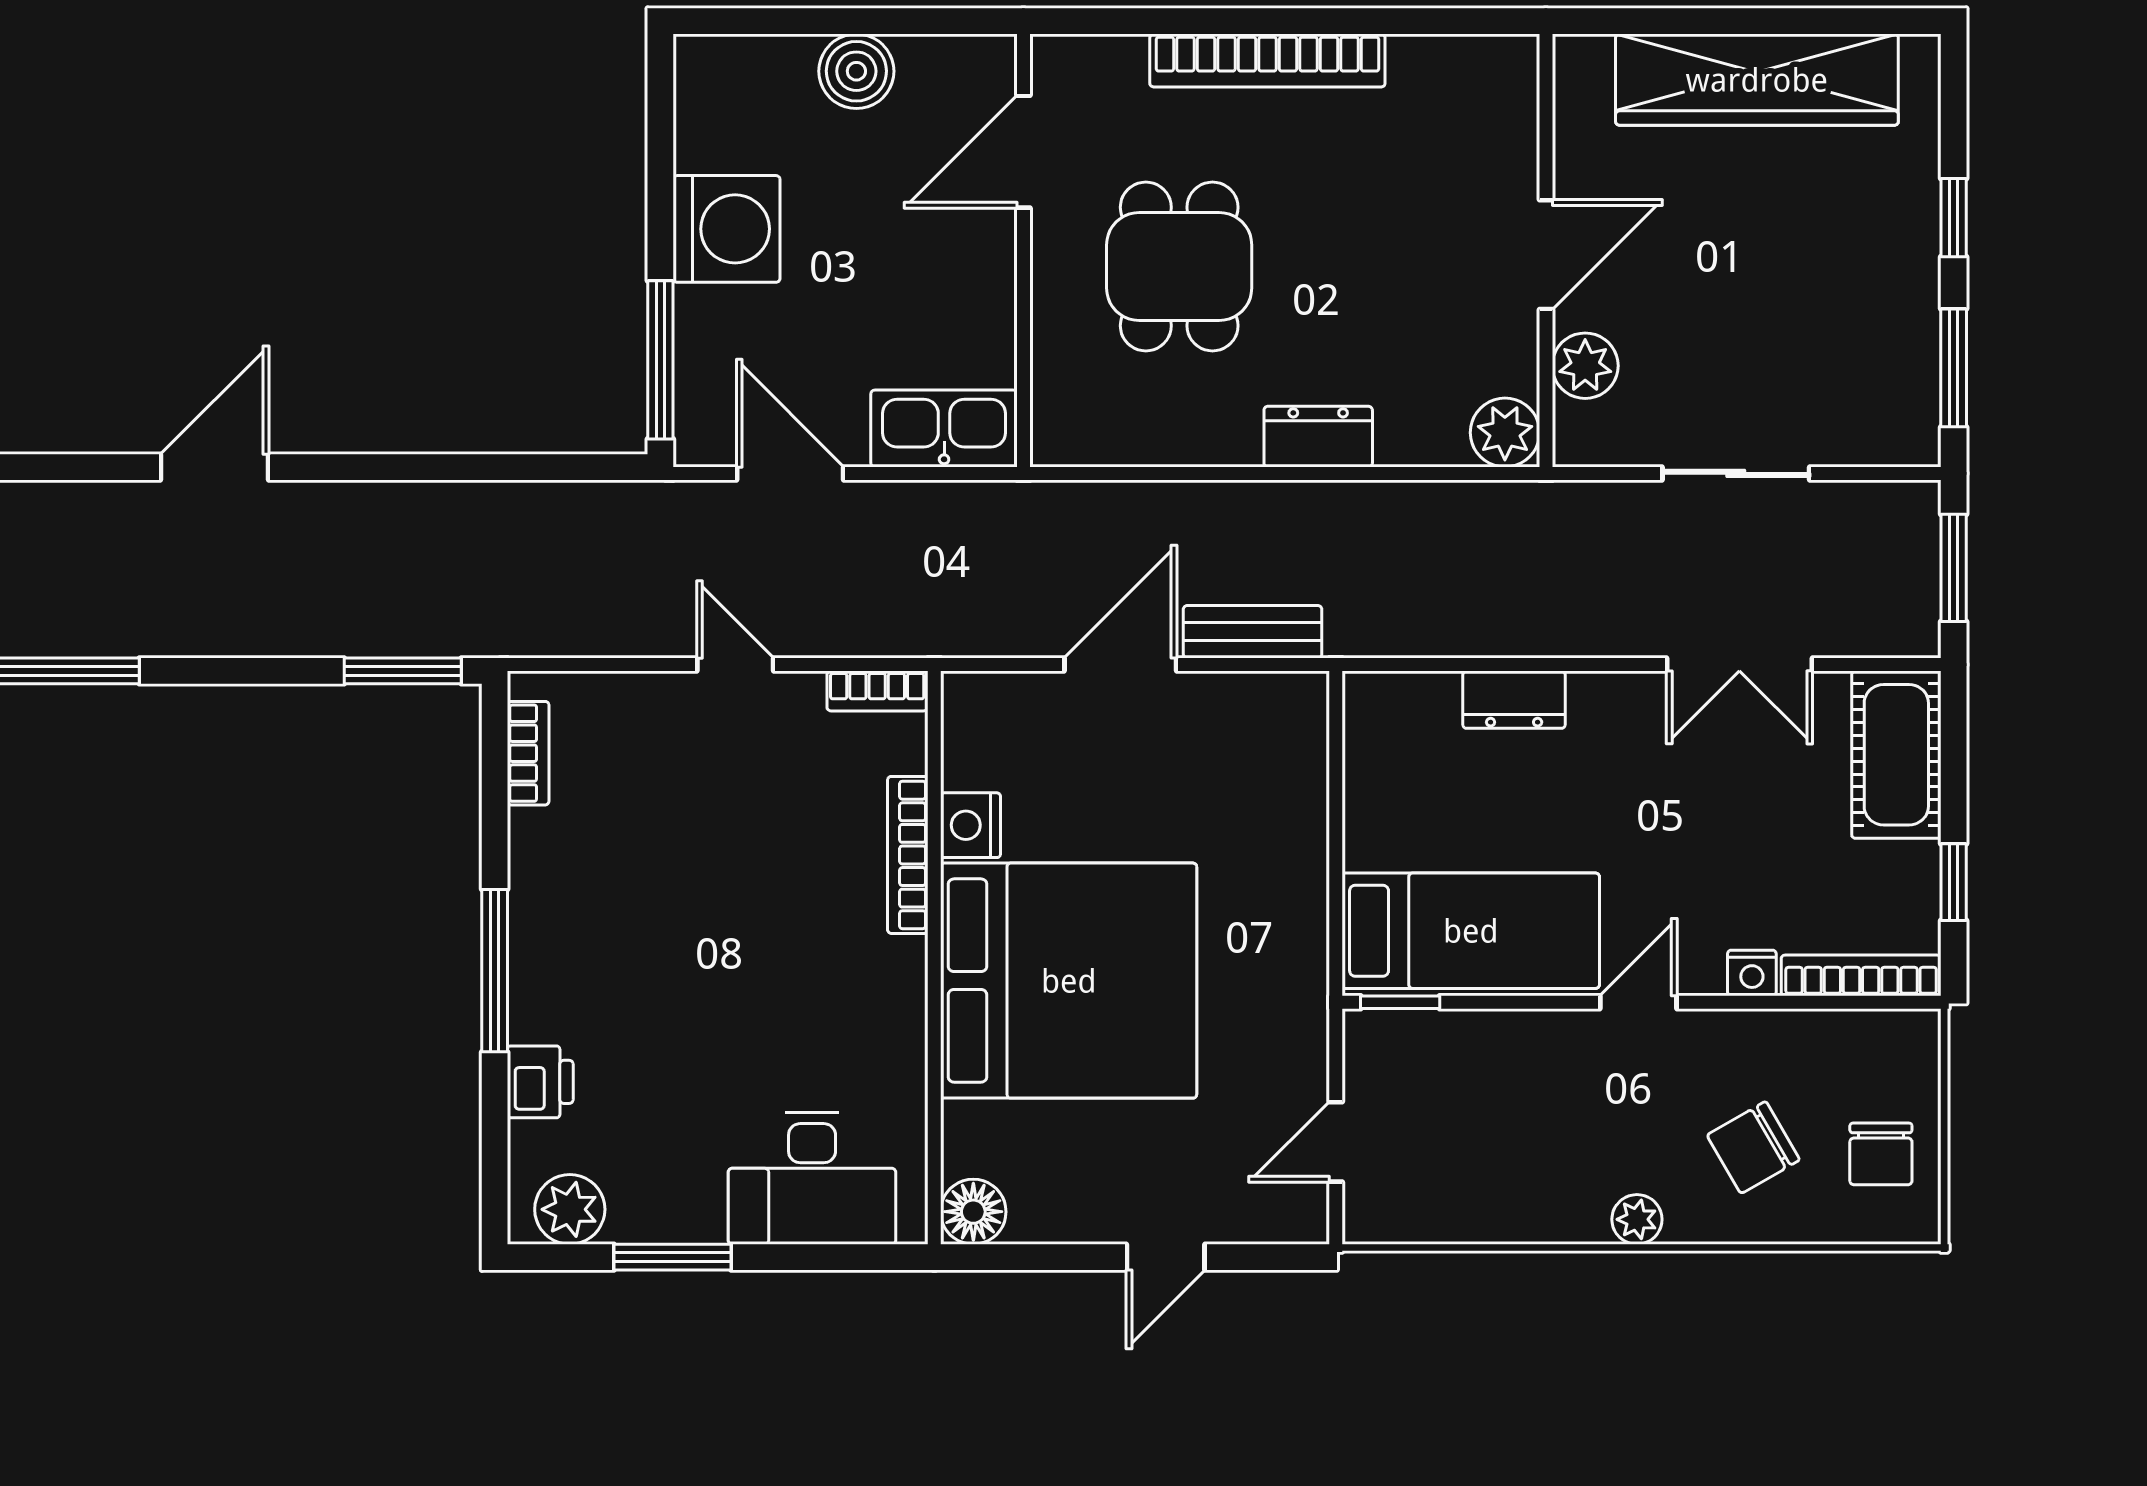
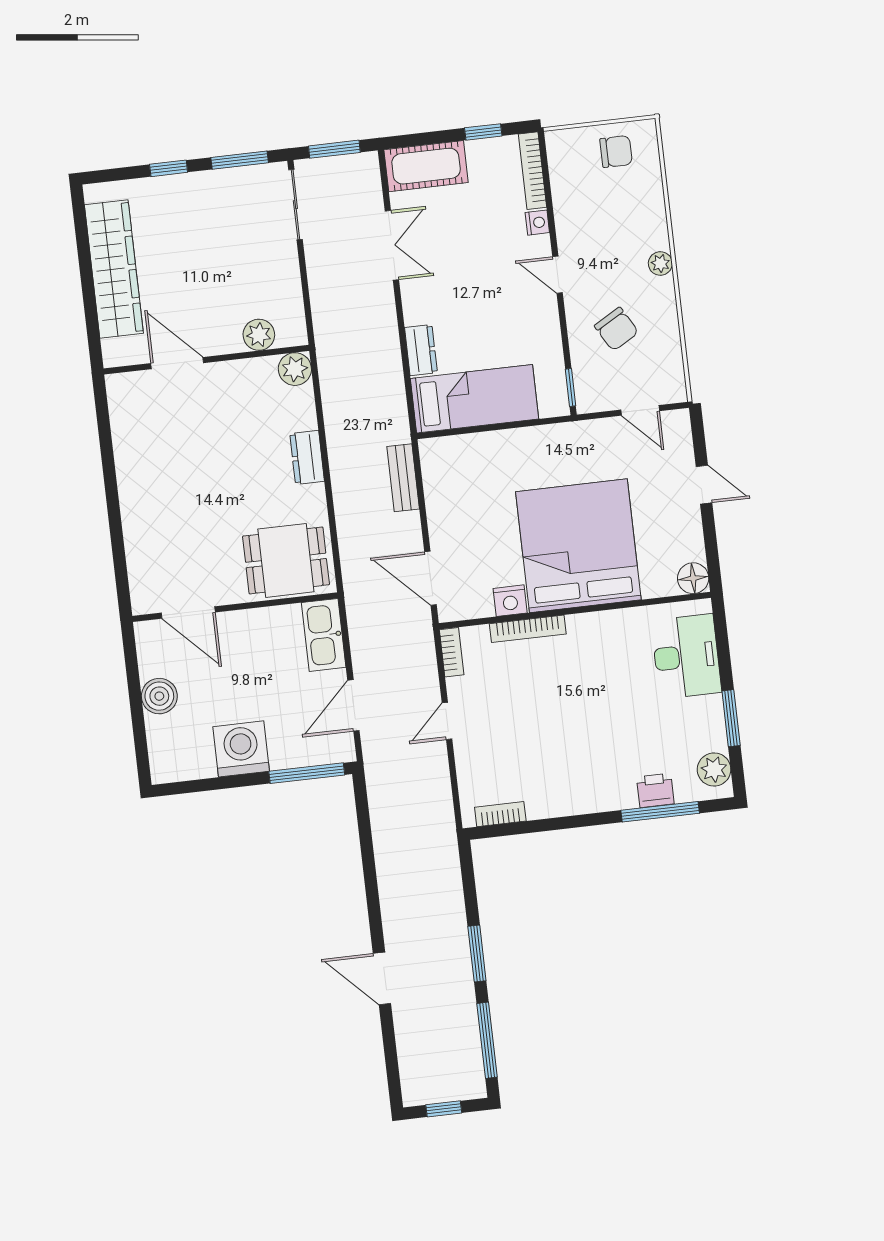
bookcase: (1267, 61) -> (132, 502), removed
door: (1546, 255) -> (177, 363), moved
dining table: (1179, 266) -> (286, 560), moved
sliding door: (1736, 473) -> (295, 205), moved
door: (1120, 665) -> (430, 578), moved
window: (403, 671) -> (477, 953), moved
bed: (1471, 931) -> (474, 399), moved, turned 90
window: (495, 971) -> (660, 812), moved
chair: (1753, 1147) -> (616, 329), moved

